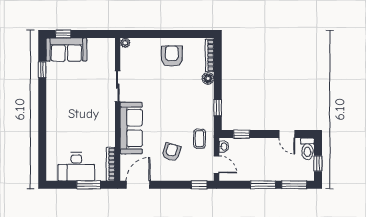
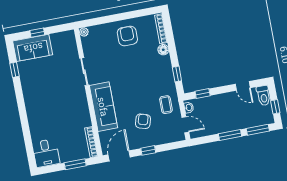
window: (63, 34) -> (37, 33), moved
desk: (76, 167) -> (46, 153), moved, width x0.73
window: (199, 185) -> (148, 150), moved

